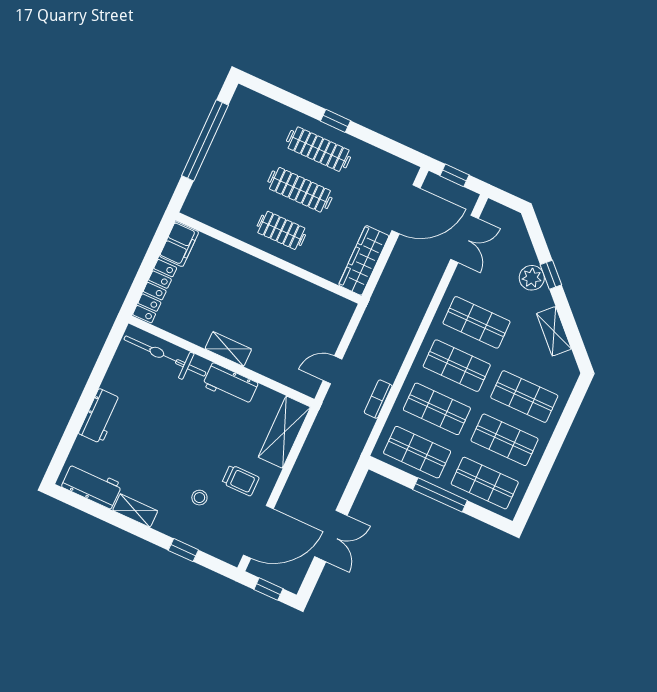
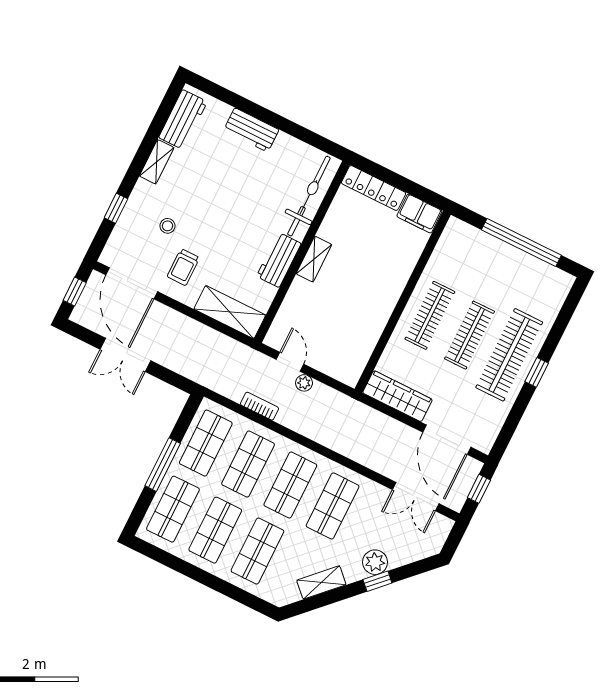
clothes rail: (319, 149) -> (509, 355), width x1.37, depth x1.31
clothes rail: (281, 230) -> (430, 315), width x1.36
plant: (353, 355) -> (304, 383), added

